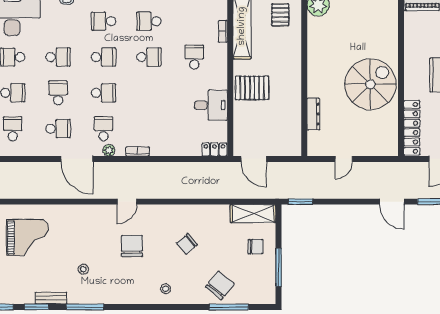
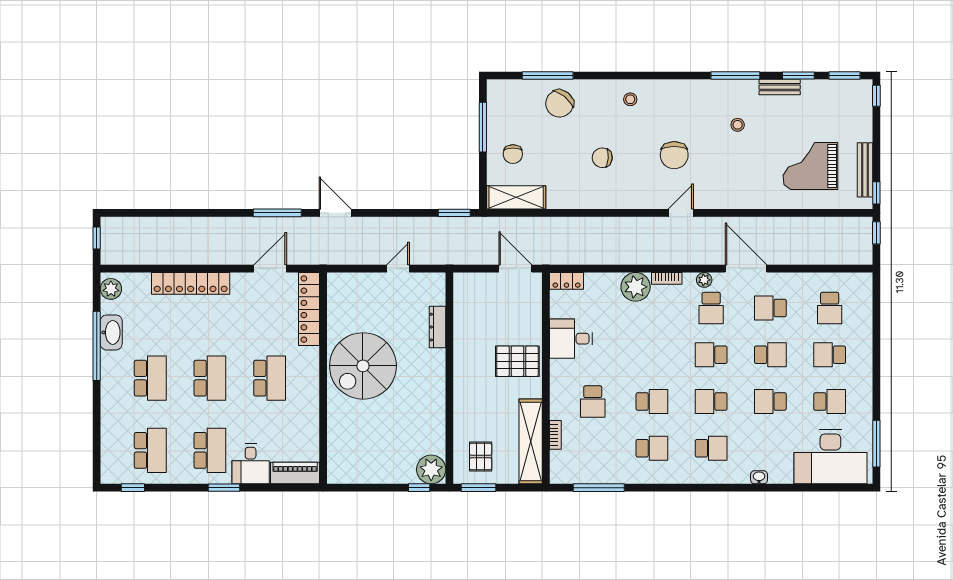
school desk: (149, 57) -> (652, 402), turned 180
school desk: (58, 93) -> (770, 355), turned -90
plant: (161, 145) -> (636, 287), added
chair: (187, 244) -> (602, 158), turned -136
chair: (256, 247) -> (513, 154), turned -90

